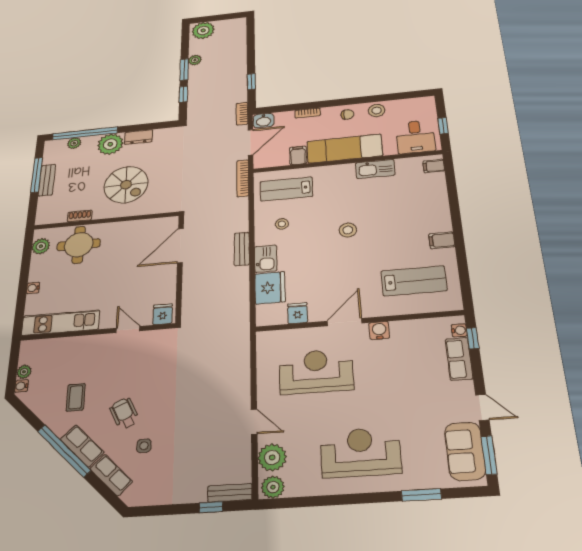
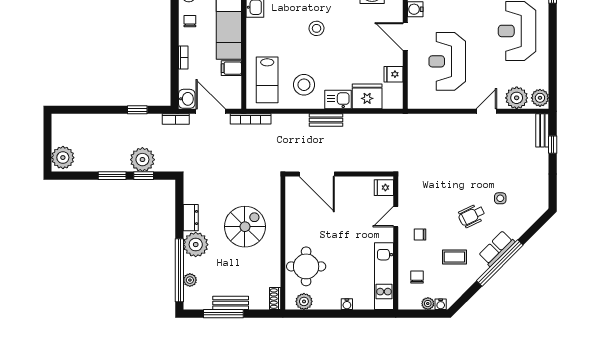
plant: (195, 60) -> (142, 160), moved, width x1.88, depth x1.88
shoe rack: (80, 216) -> (275, 299), moved
stool: (282, 224) -> (304, 85), width x1.89, depth x1.89
chair: (105, 357) -> (420, 235), added
chair: (56, 358) -> (417, 277), added
row of seats: (111, 475) -> (522, 223), removed

